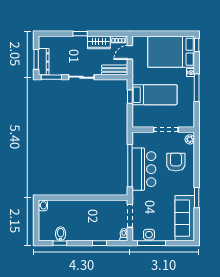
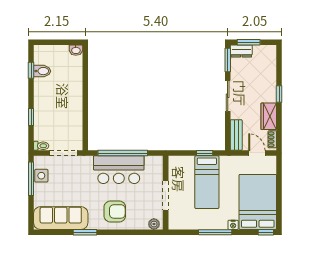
dresser: (44, 62) -> (241, 51), width x0.70
armchair: (176, 162) -> (115, 211), moved

